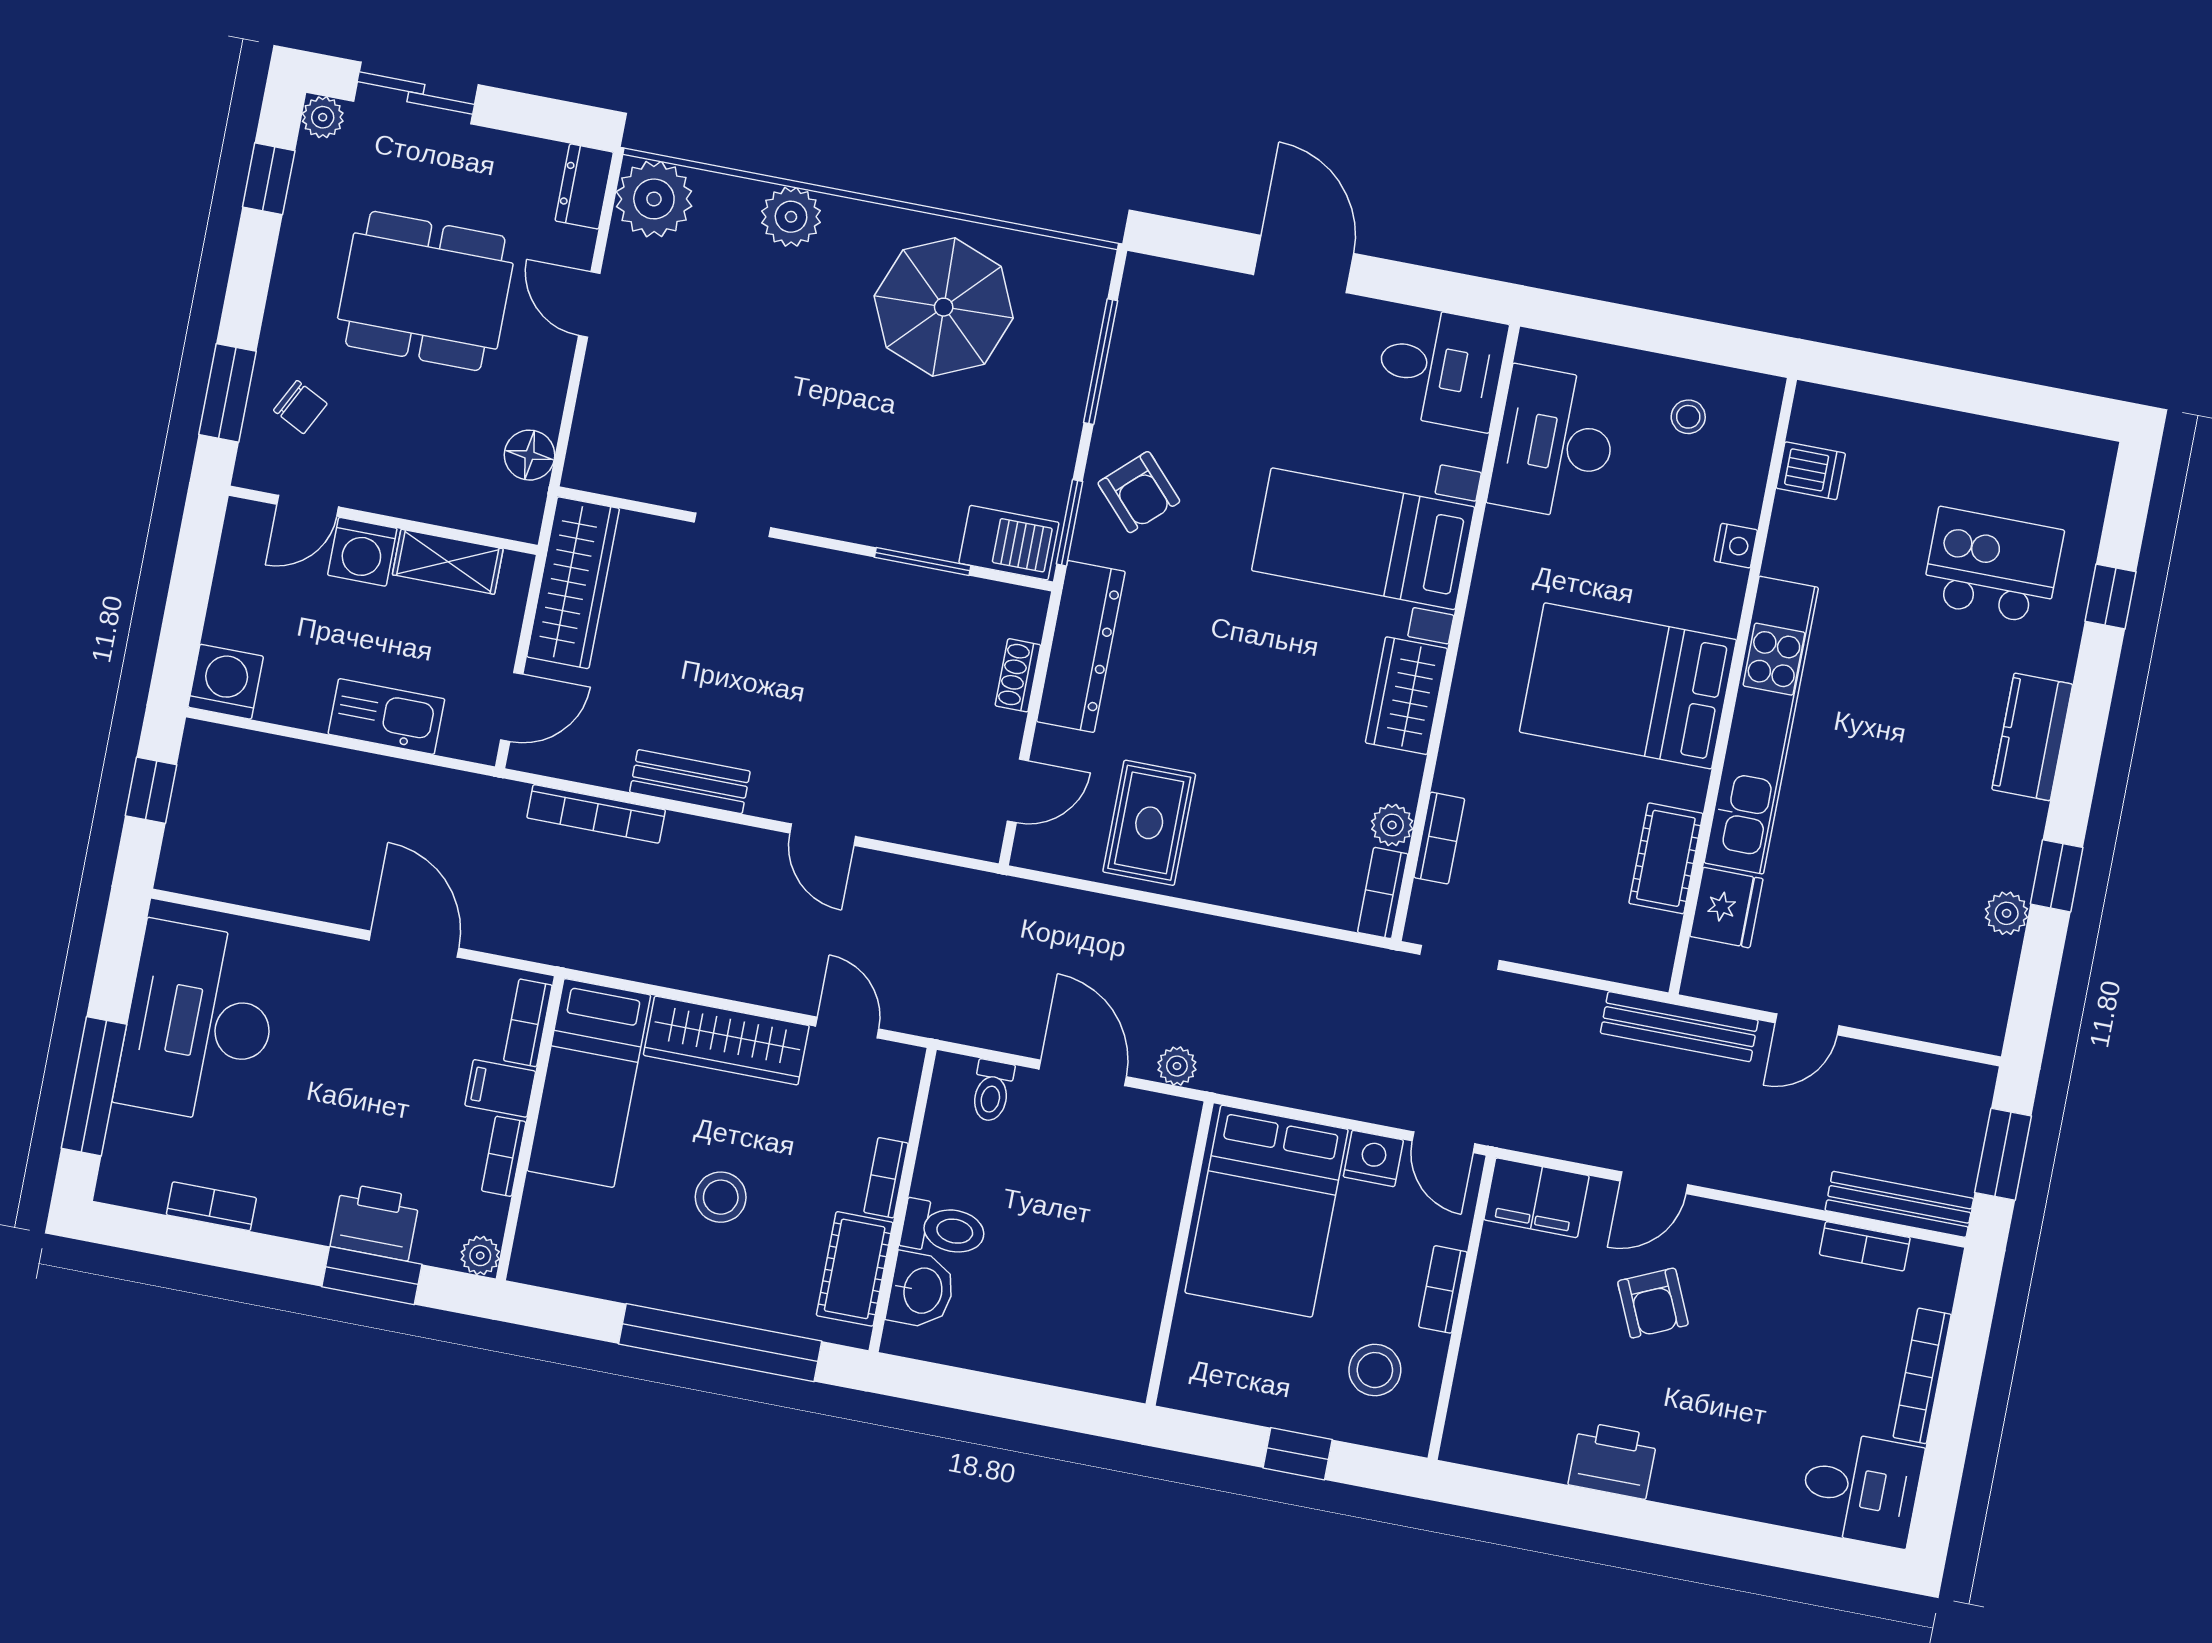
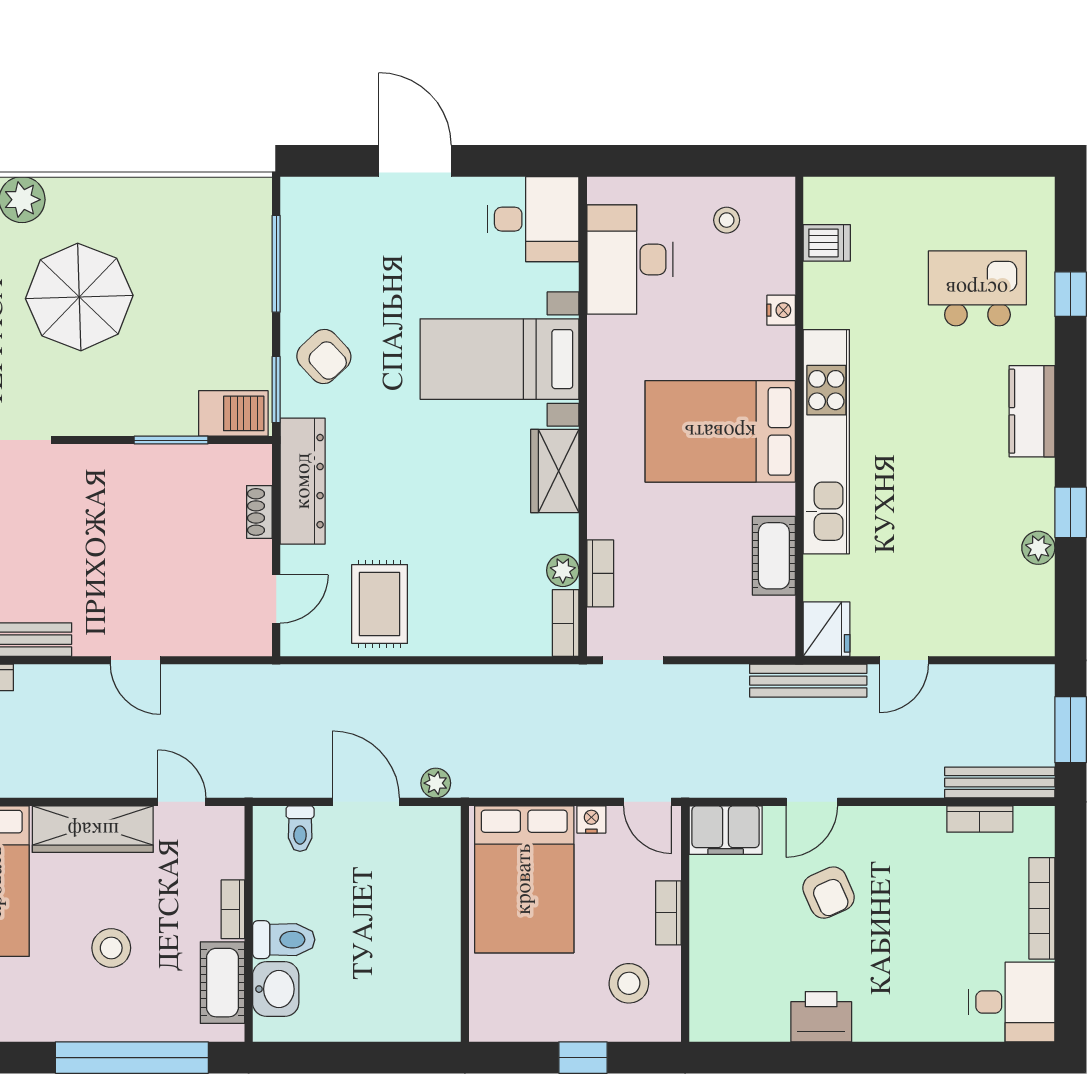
parasol: (944, 307) -> (79, 297), moved
fridge: (1726, 908) -> (827, 629), moved
nightstand: (1373, 1158) -> (591, 819), width x0.72, depth x0.74

